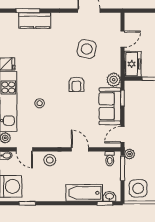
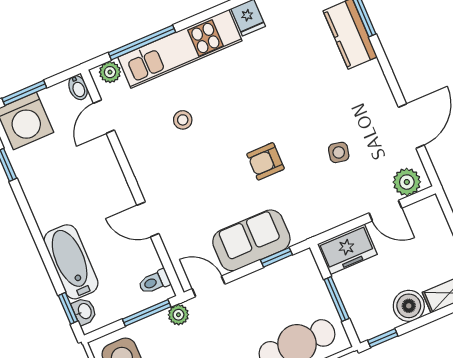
side table: (87, 49) -> (339, 152), width x0.54, depth x0.54
plant: (114, 80) -> (407, 182), moved
stool: (40, 103) -> (183, 120), moved
door: (80, 149) -> (148, 219), swing flipped
stool: (50, 160) -> (104, 172), removed

